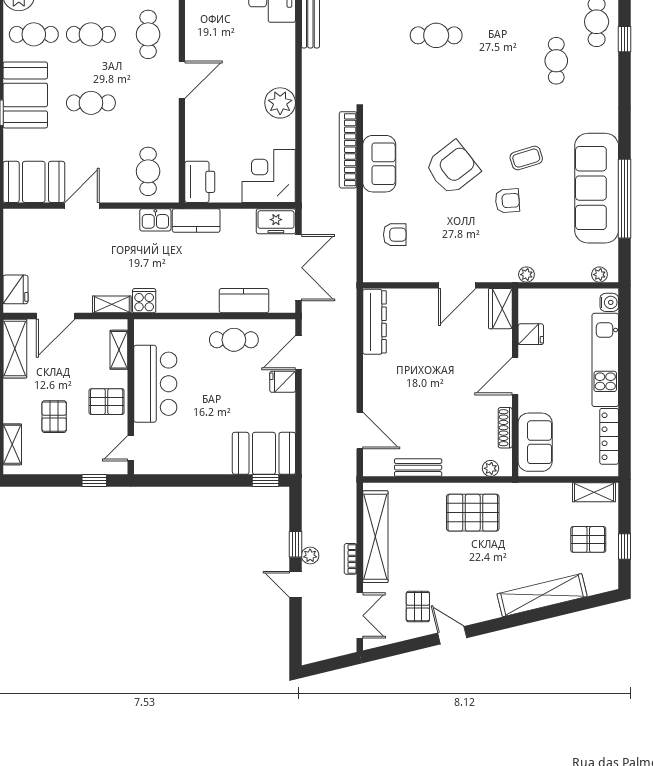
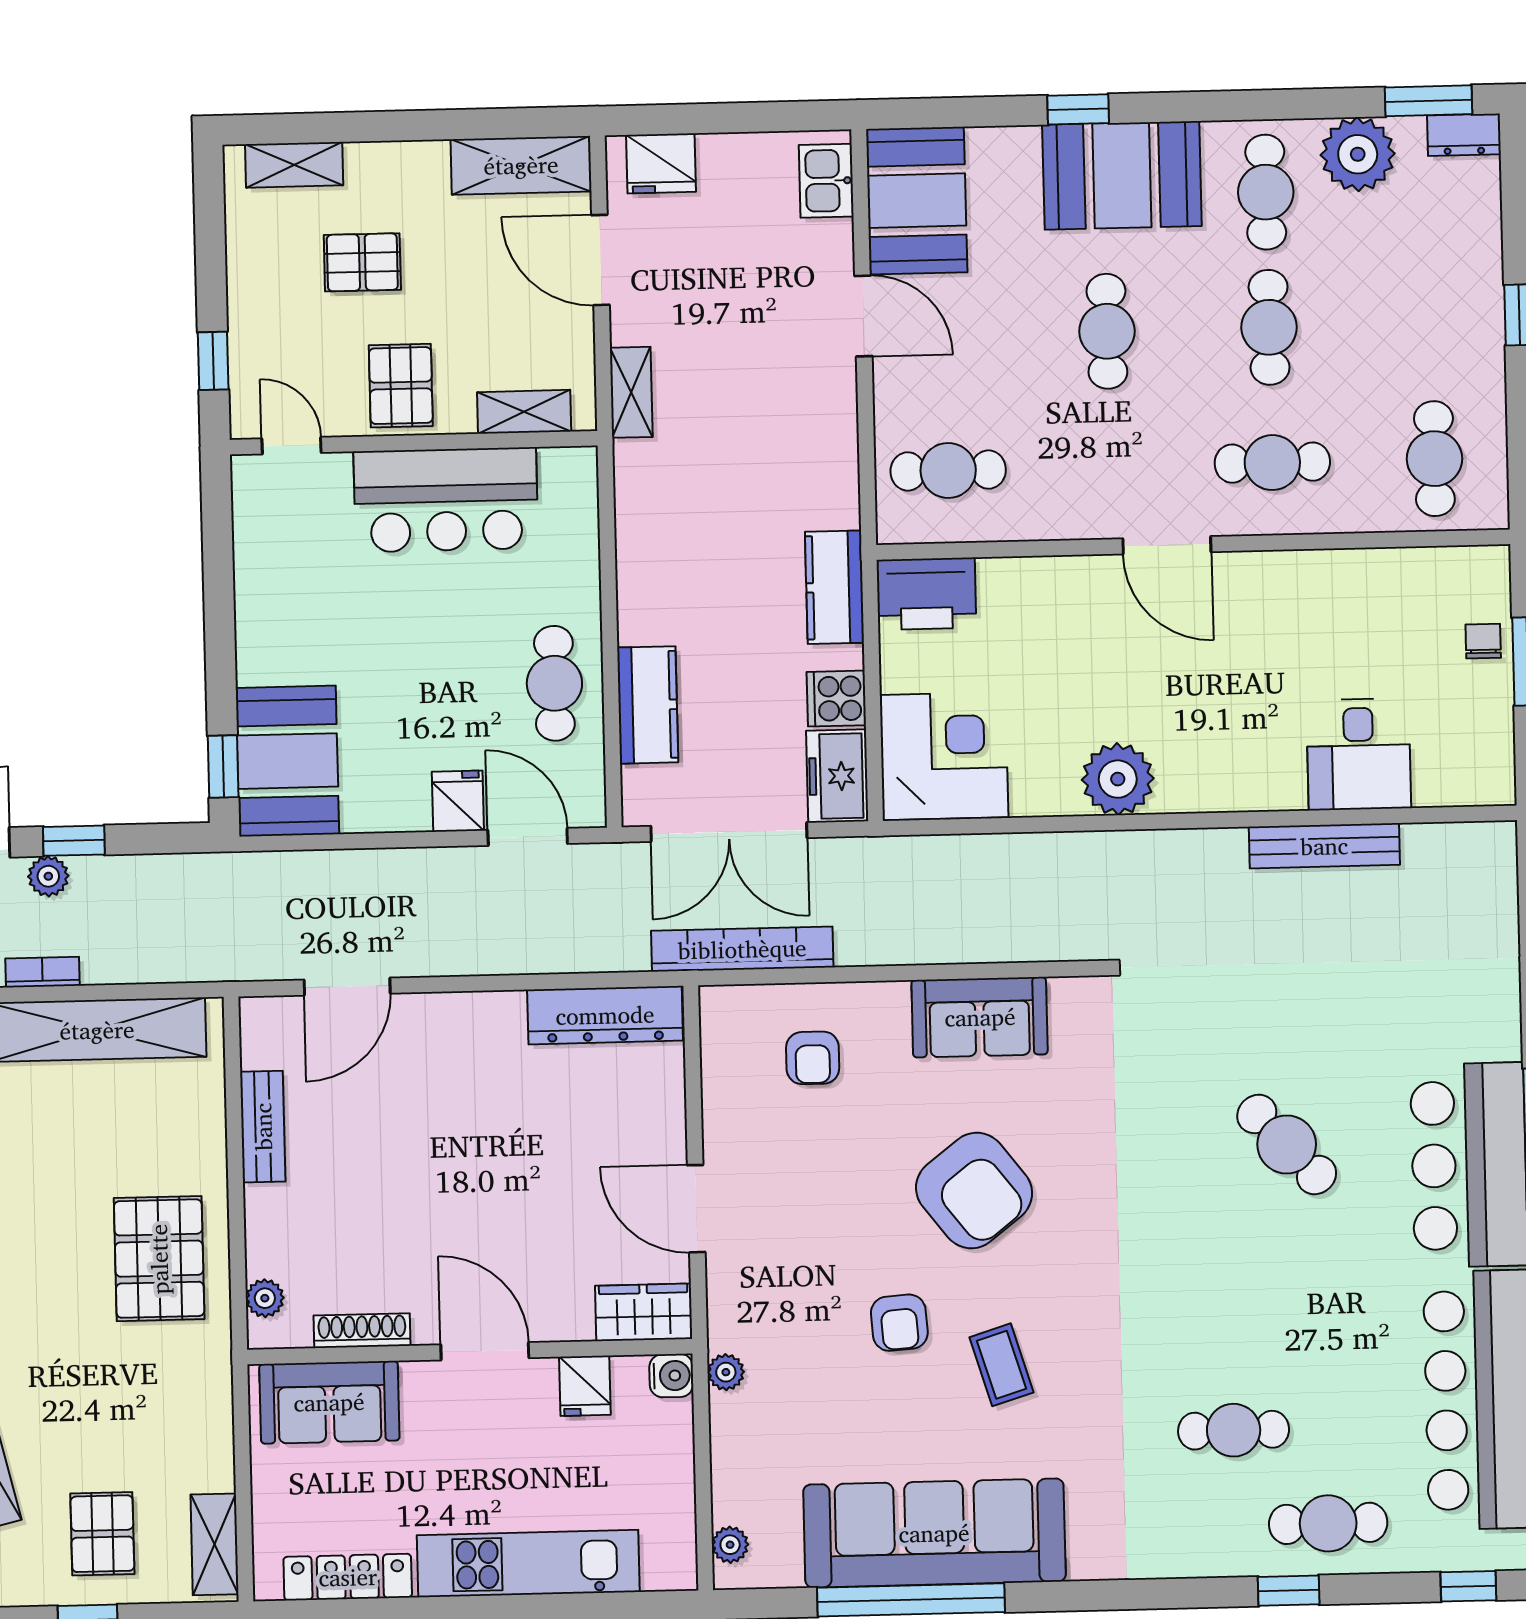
cafe table: (436, 35) -> (1287, 1144), turned -43
bookcase: (348, 150) -> (742, 949), moved
kitchen sink: (155, 220) -> (826, 181), moved
cooker: (144, 301) -> (836, 699), moved, turned 180
water cooler: (609, 302) -> (671, 1376), moved, turned -90

